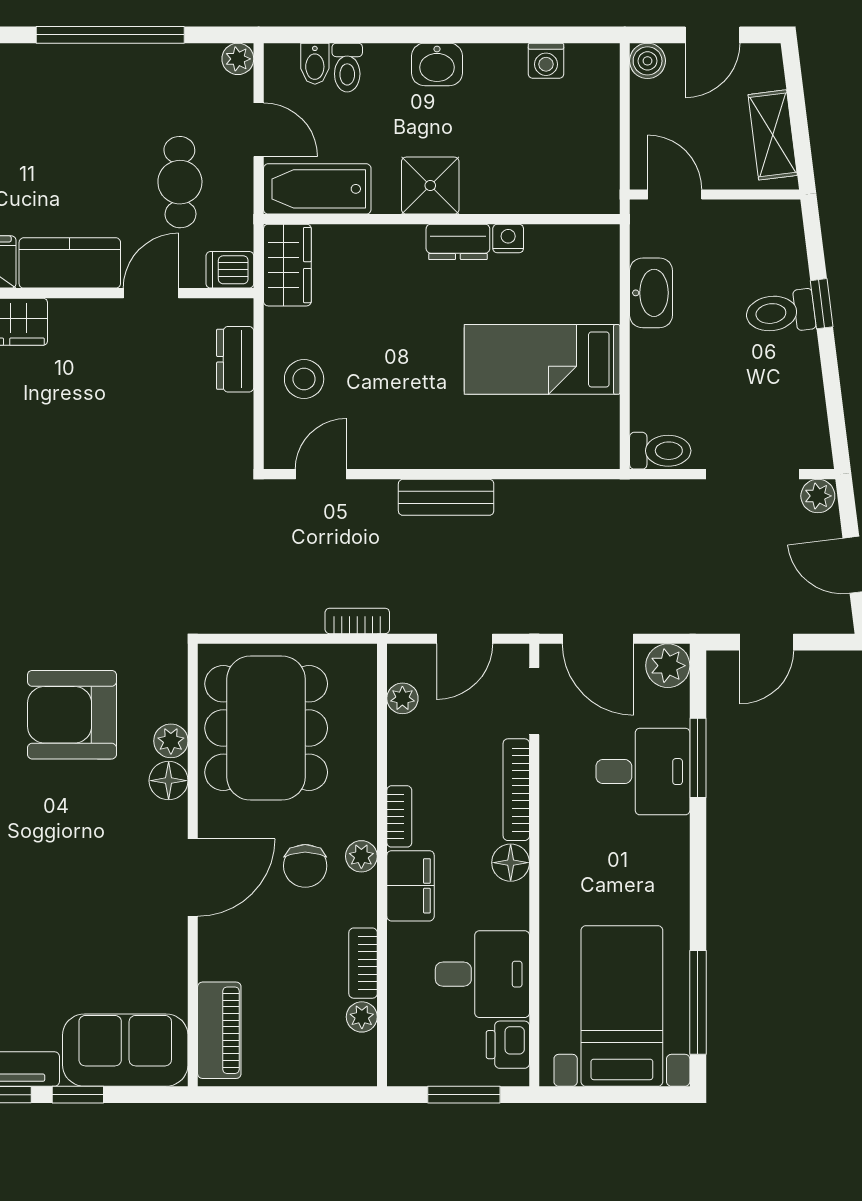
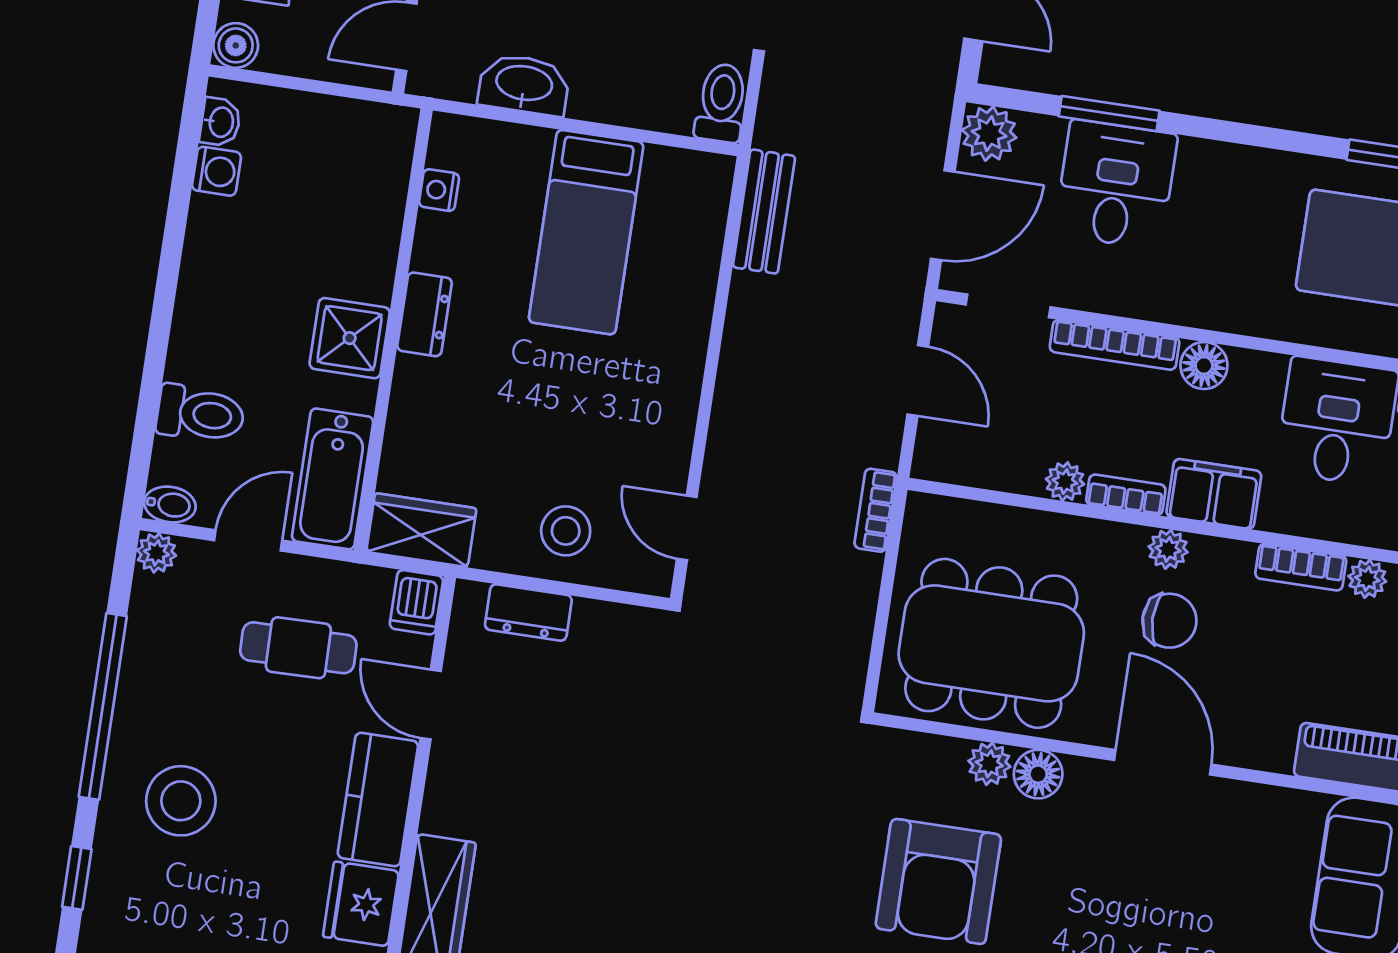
bidet: (315, 64) -> (170, 504), moved
washbasin: (437, 64) -> (220, 122), moved, width x0.72, depth x0.69
toilet: (347, 68) -> (200, 414), width x1.37, depth x1.39
stool: (45, 108) -> (181, 801), added
nightstand: (508, 238) -> (439, 190), moved
bench: (446, 497) -> (764, 212), moved
plant: (402, 698) -> (1065, 482), moved

